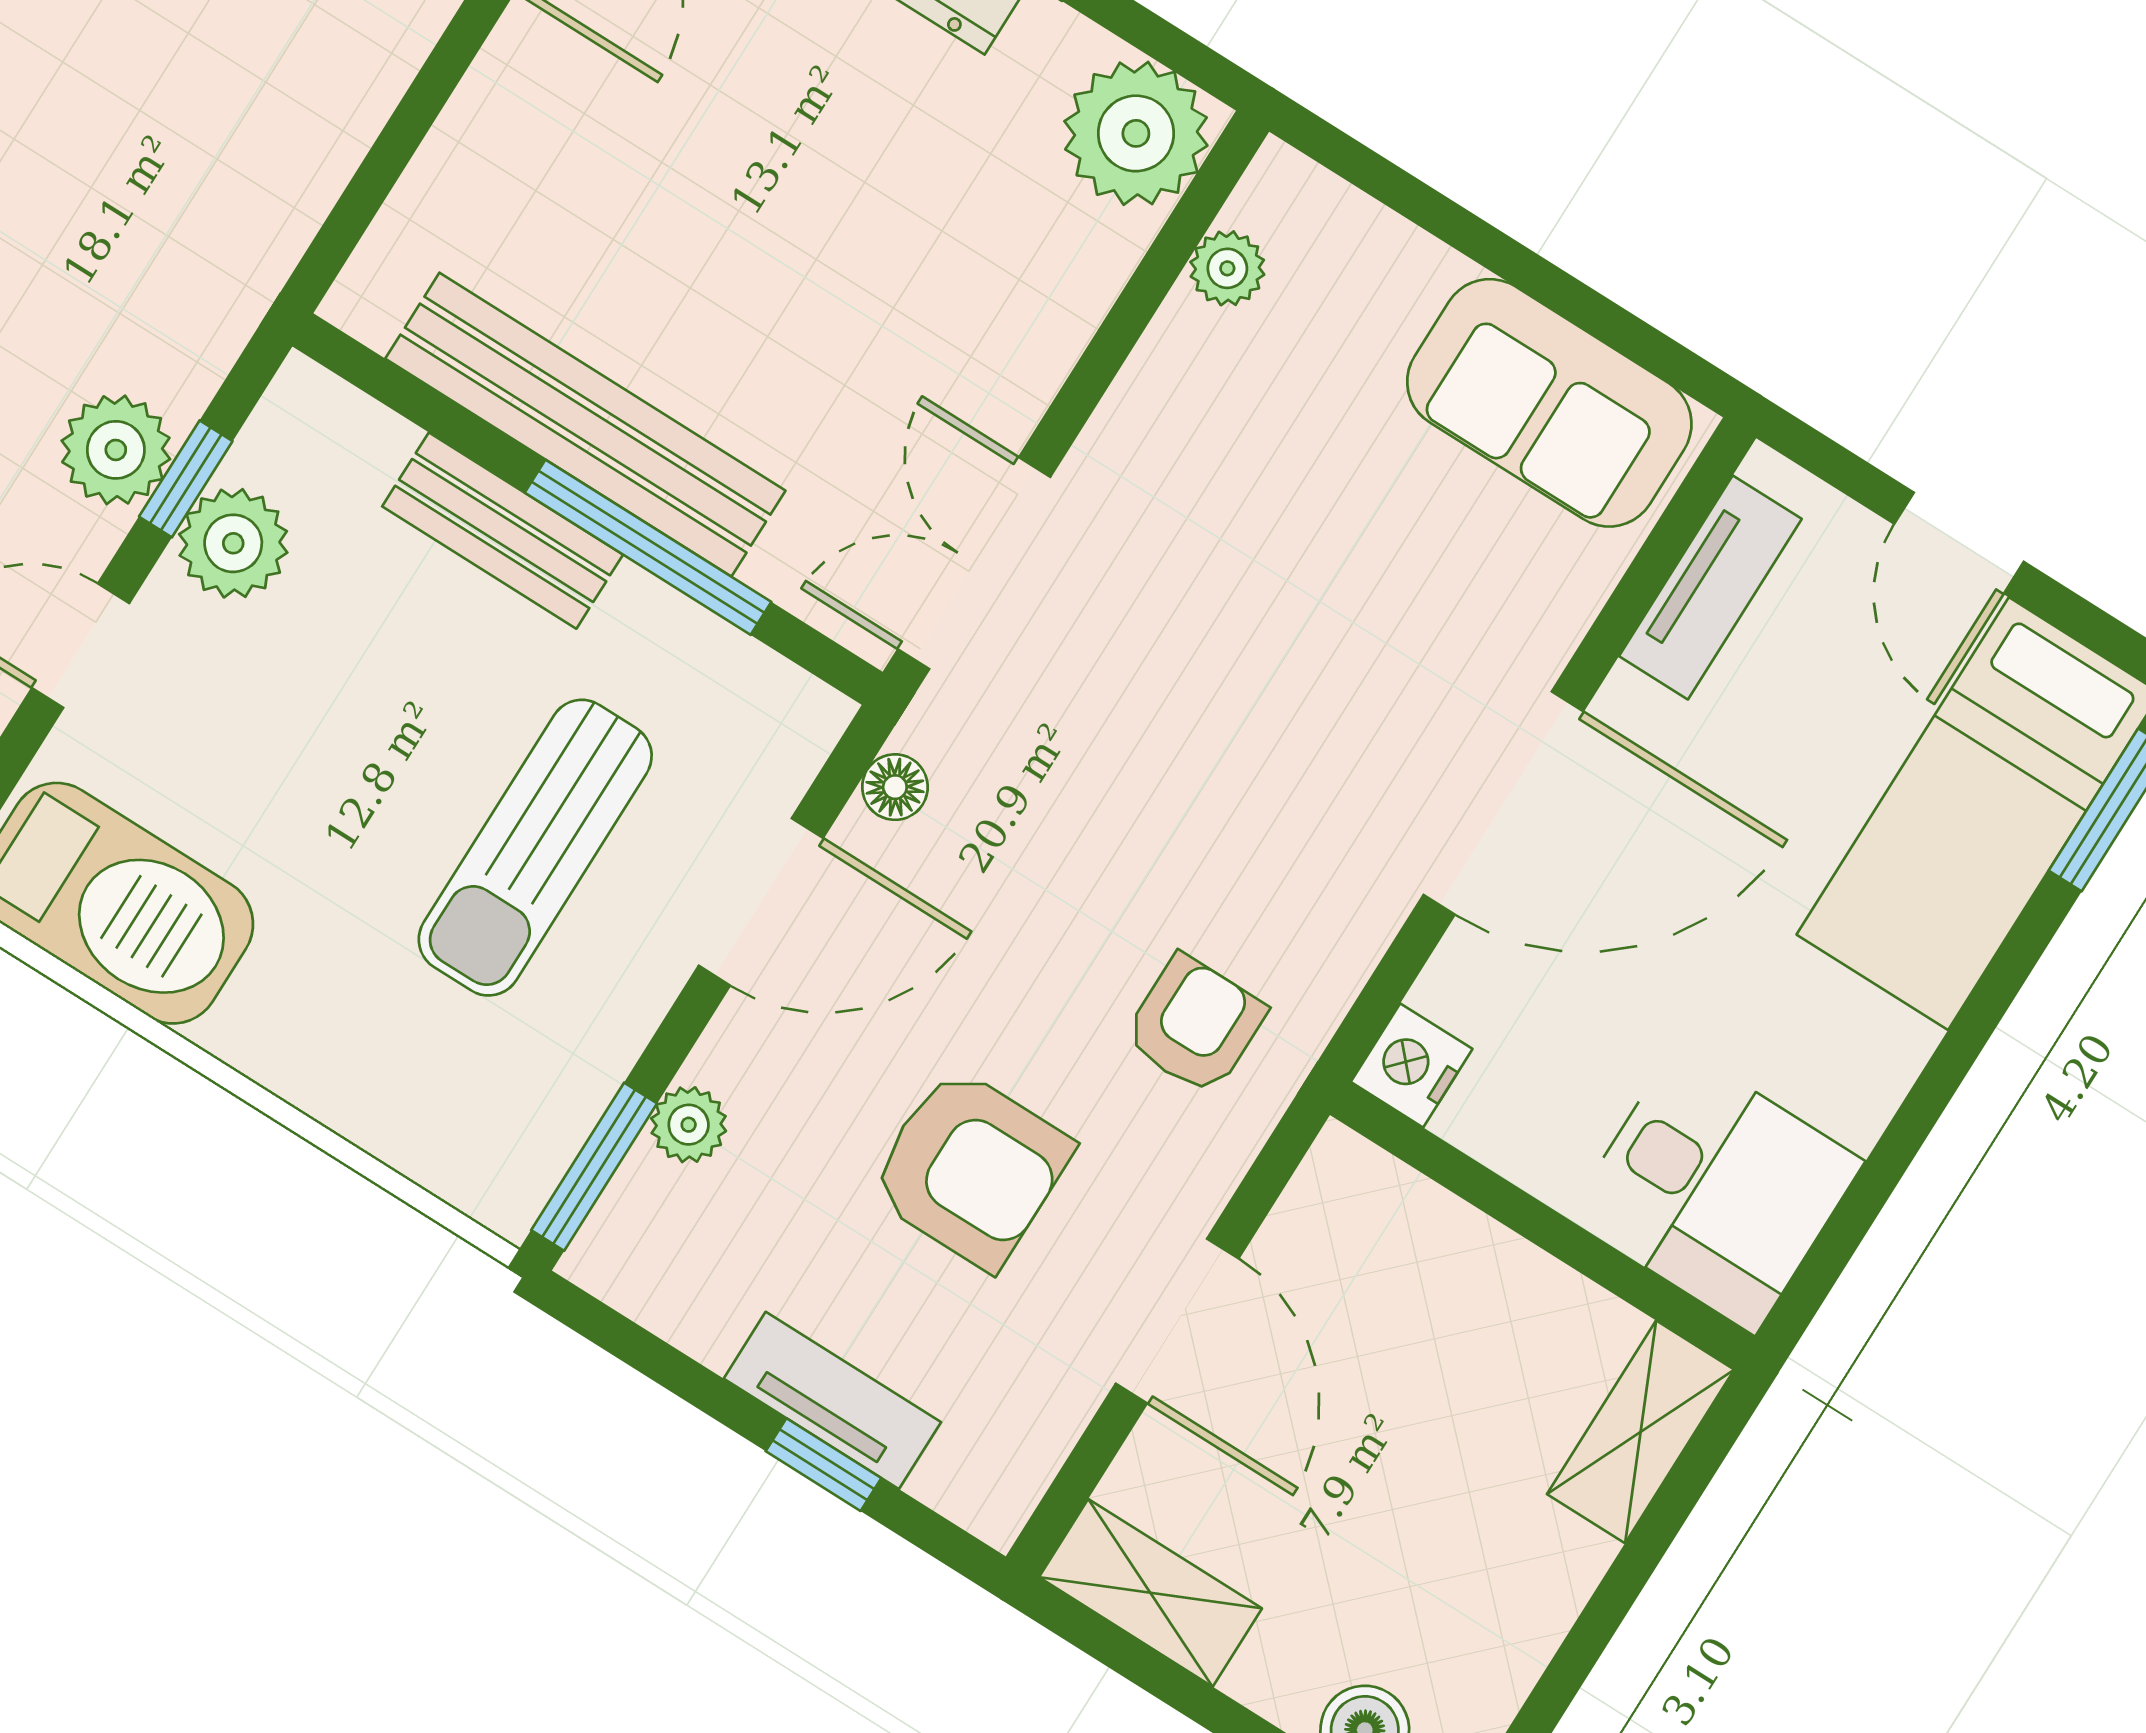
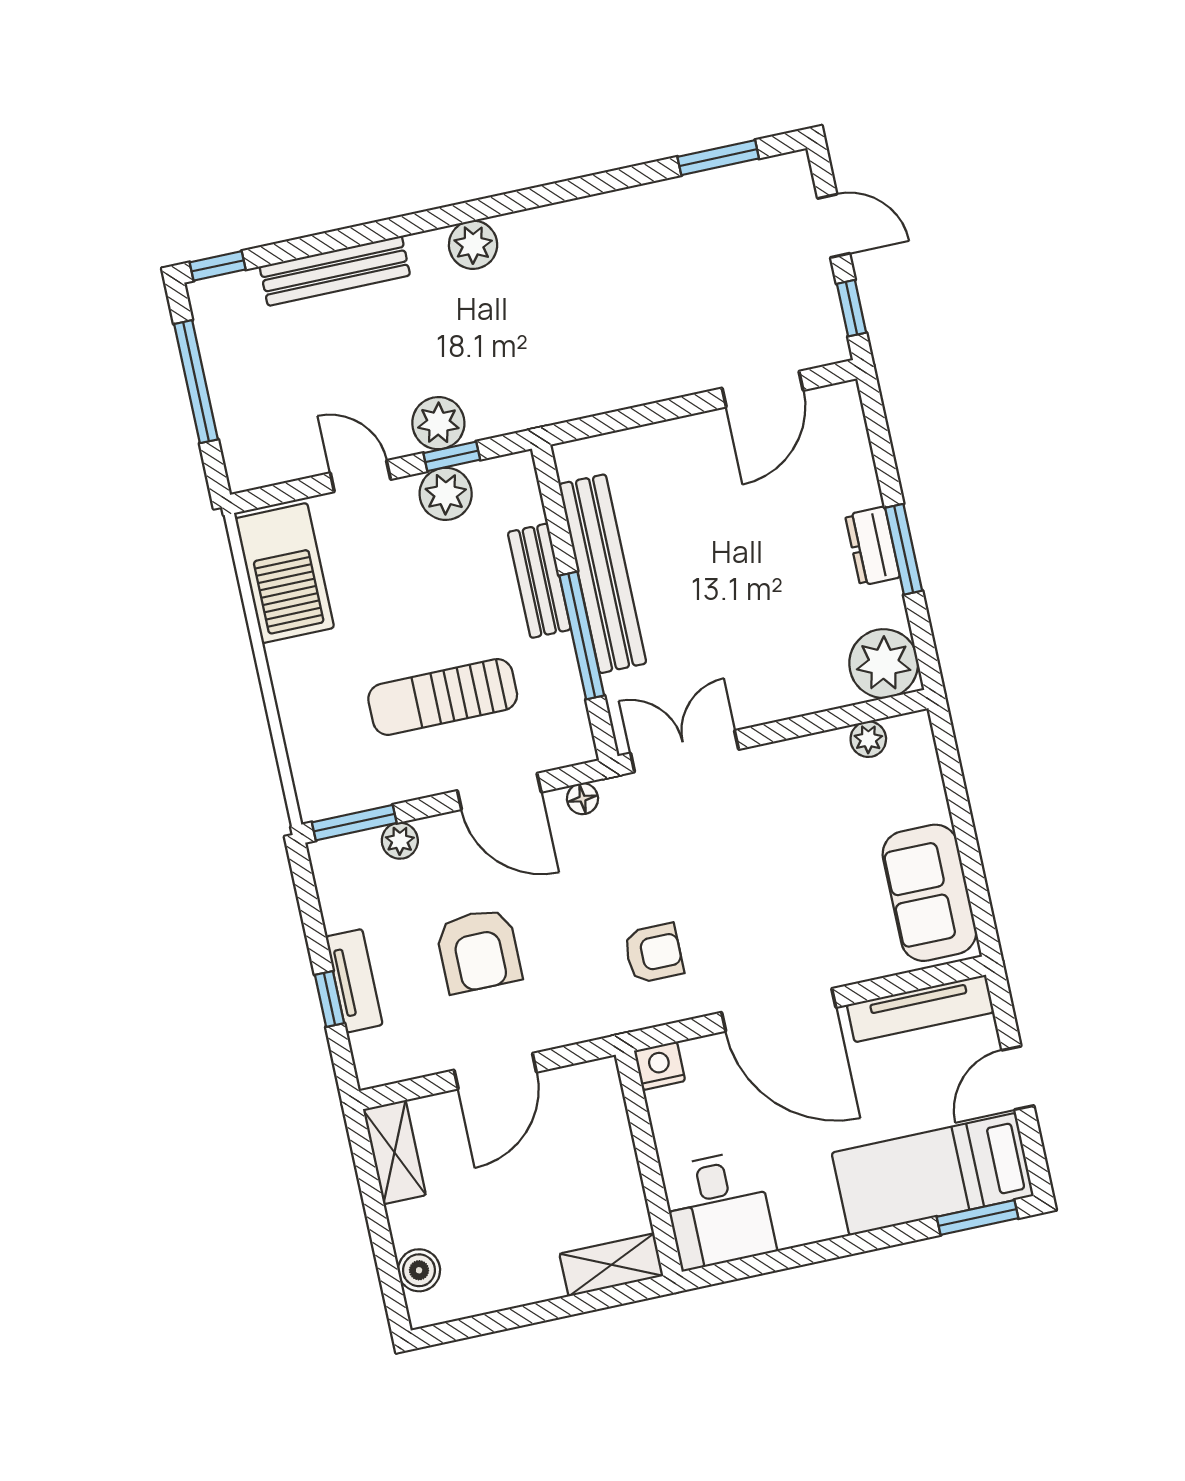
tv unit: (1710, 587) -> (920, 1008), width x1.41
armchair: (1195, 1025) -> (654, 953), moved

